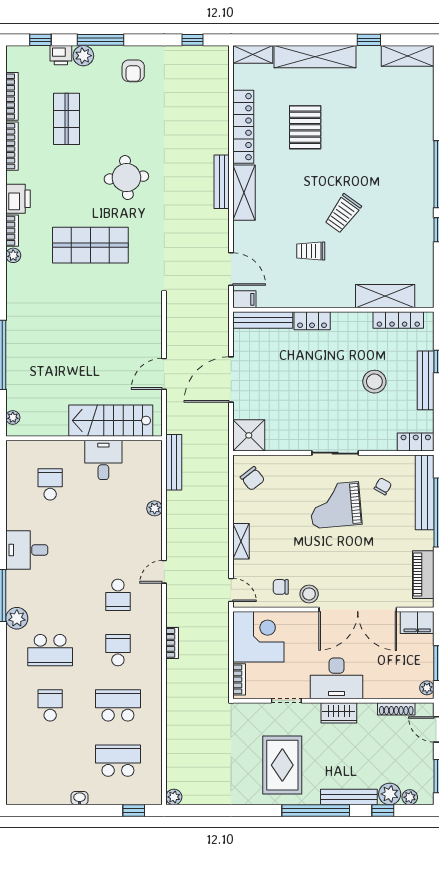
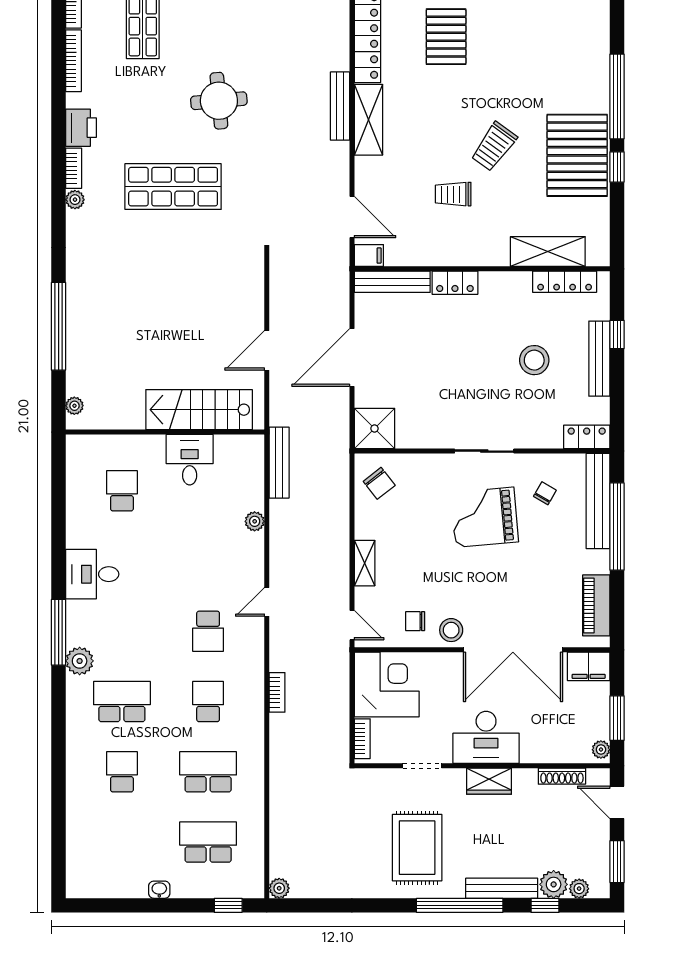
pallet: (408, 221) -> (577, 155), added
school desk: (50, 650) -> (122, 702), turned 180

